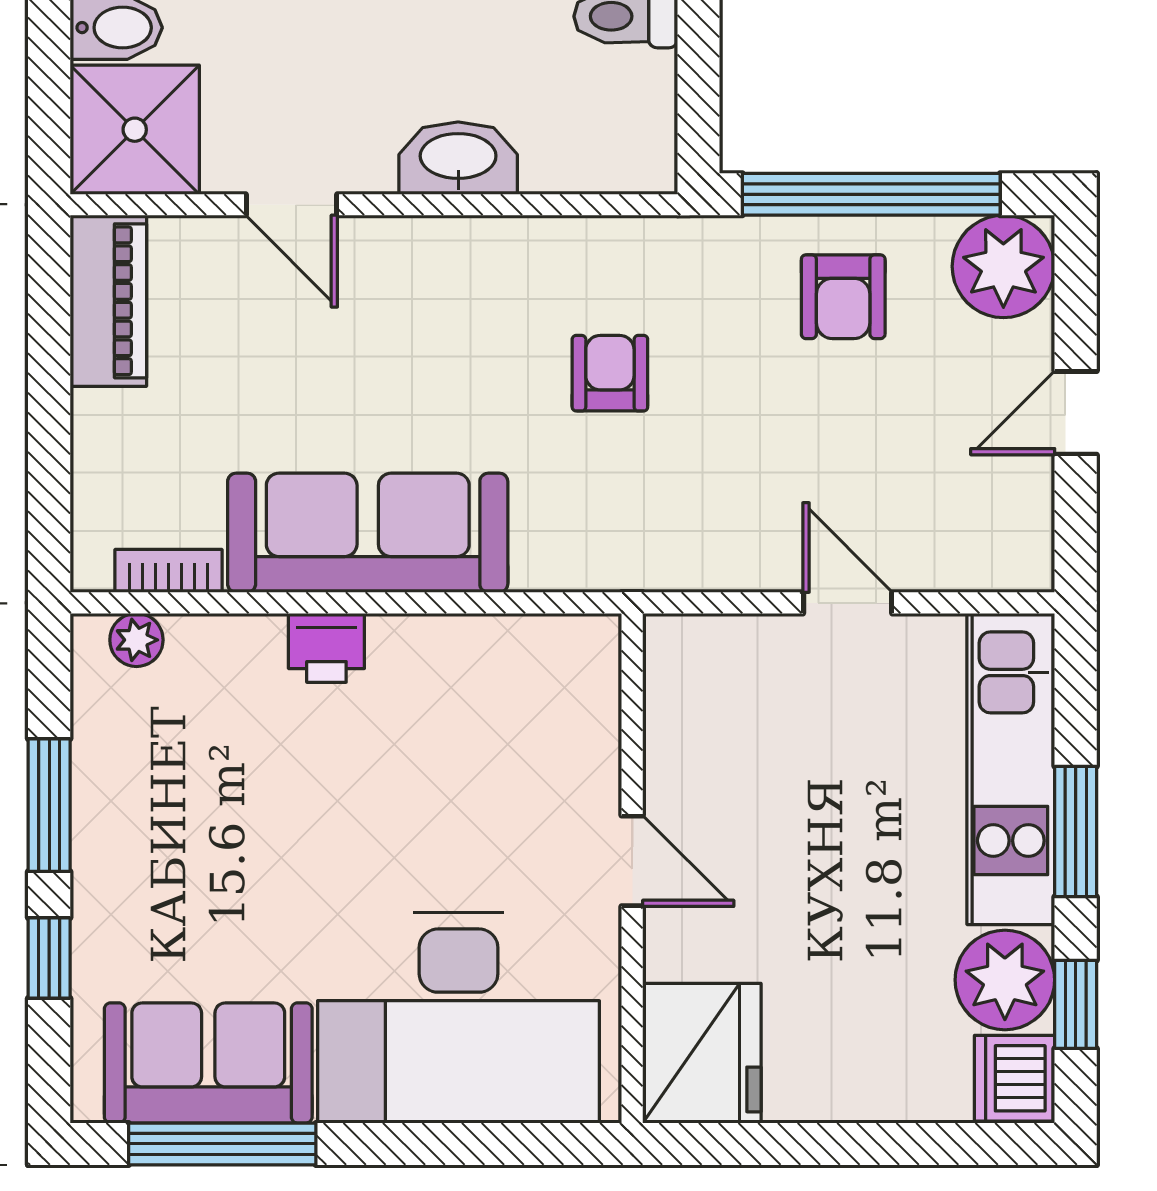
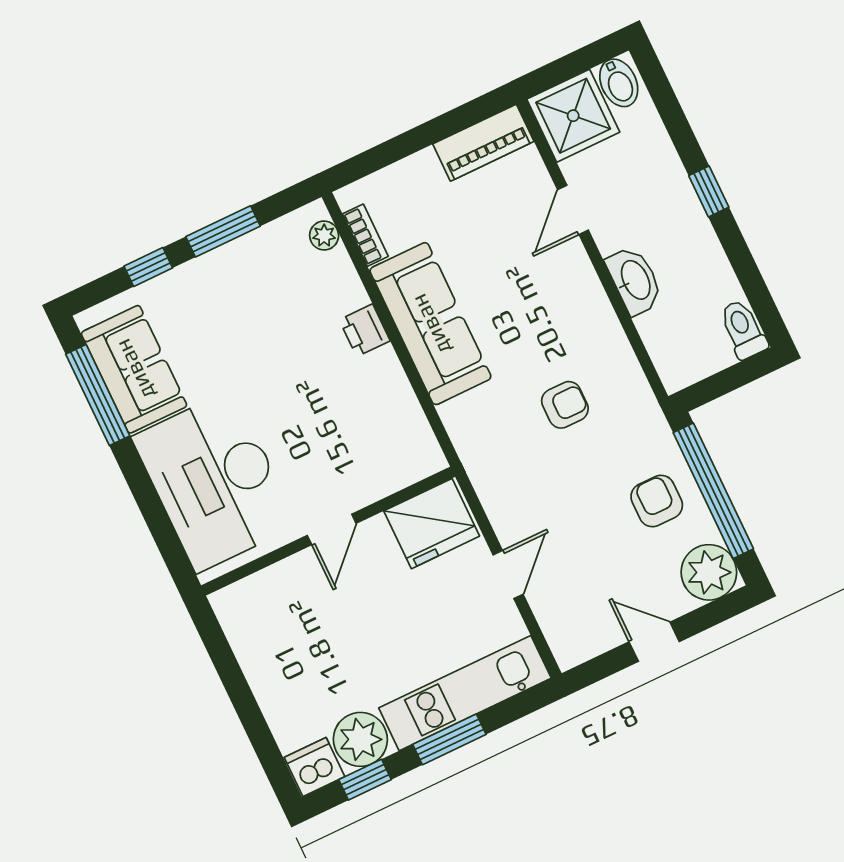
armchair: (843, 297) -> (657, 501), turned 90
fridge: (702, 1053) -> (432, 524), moved

